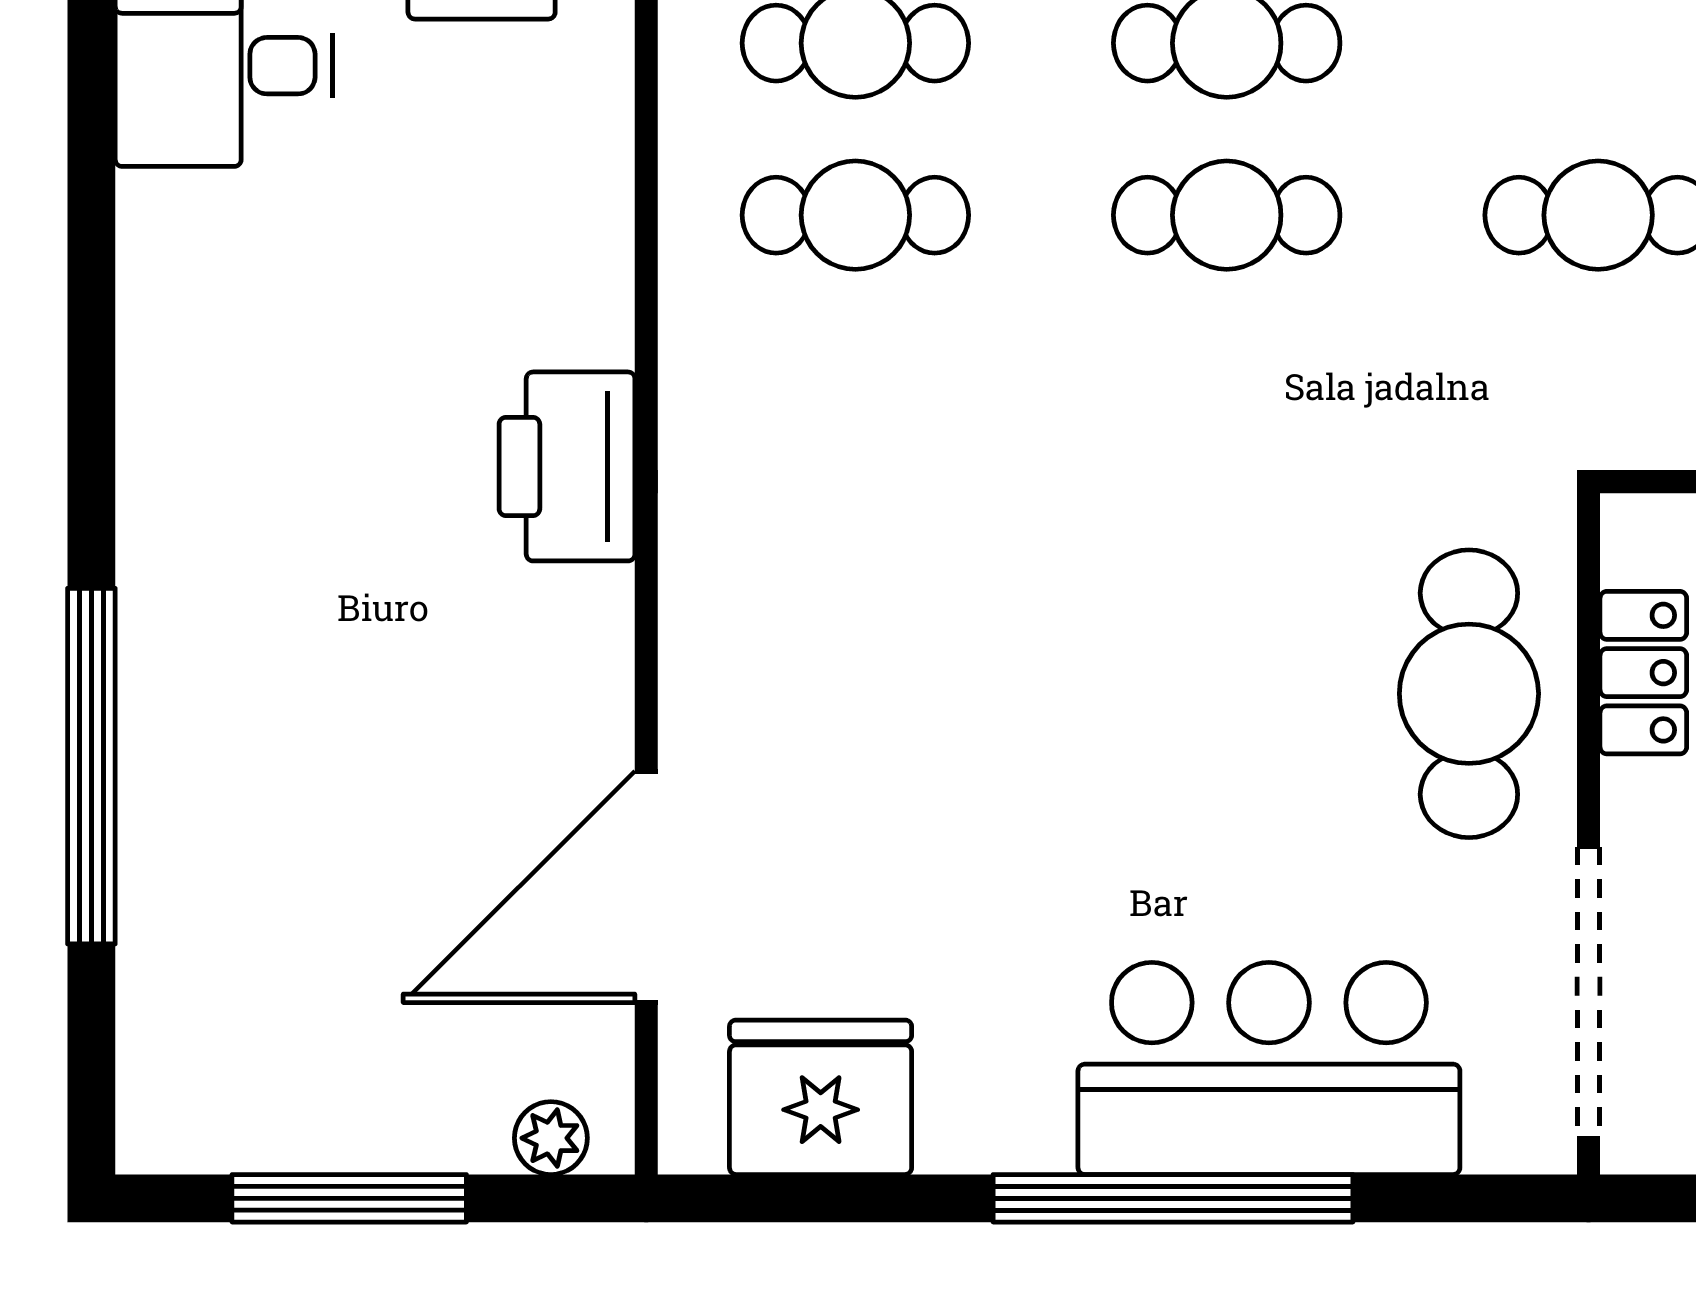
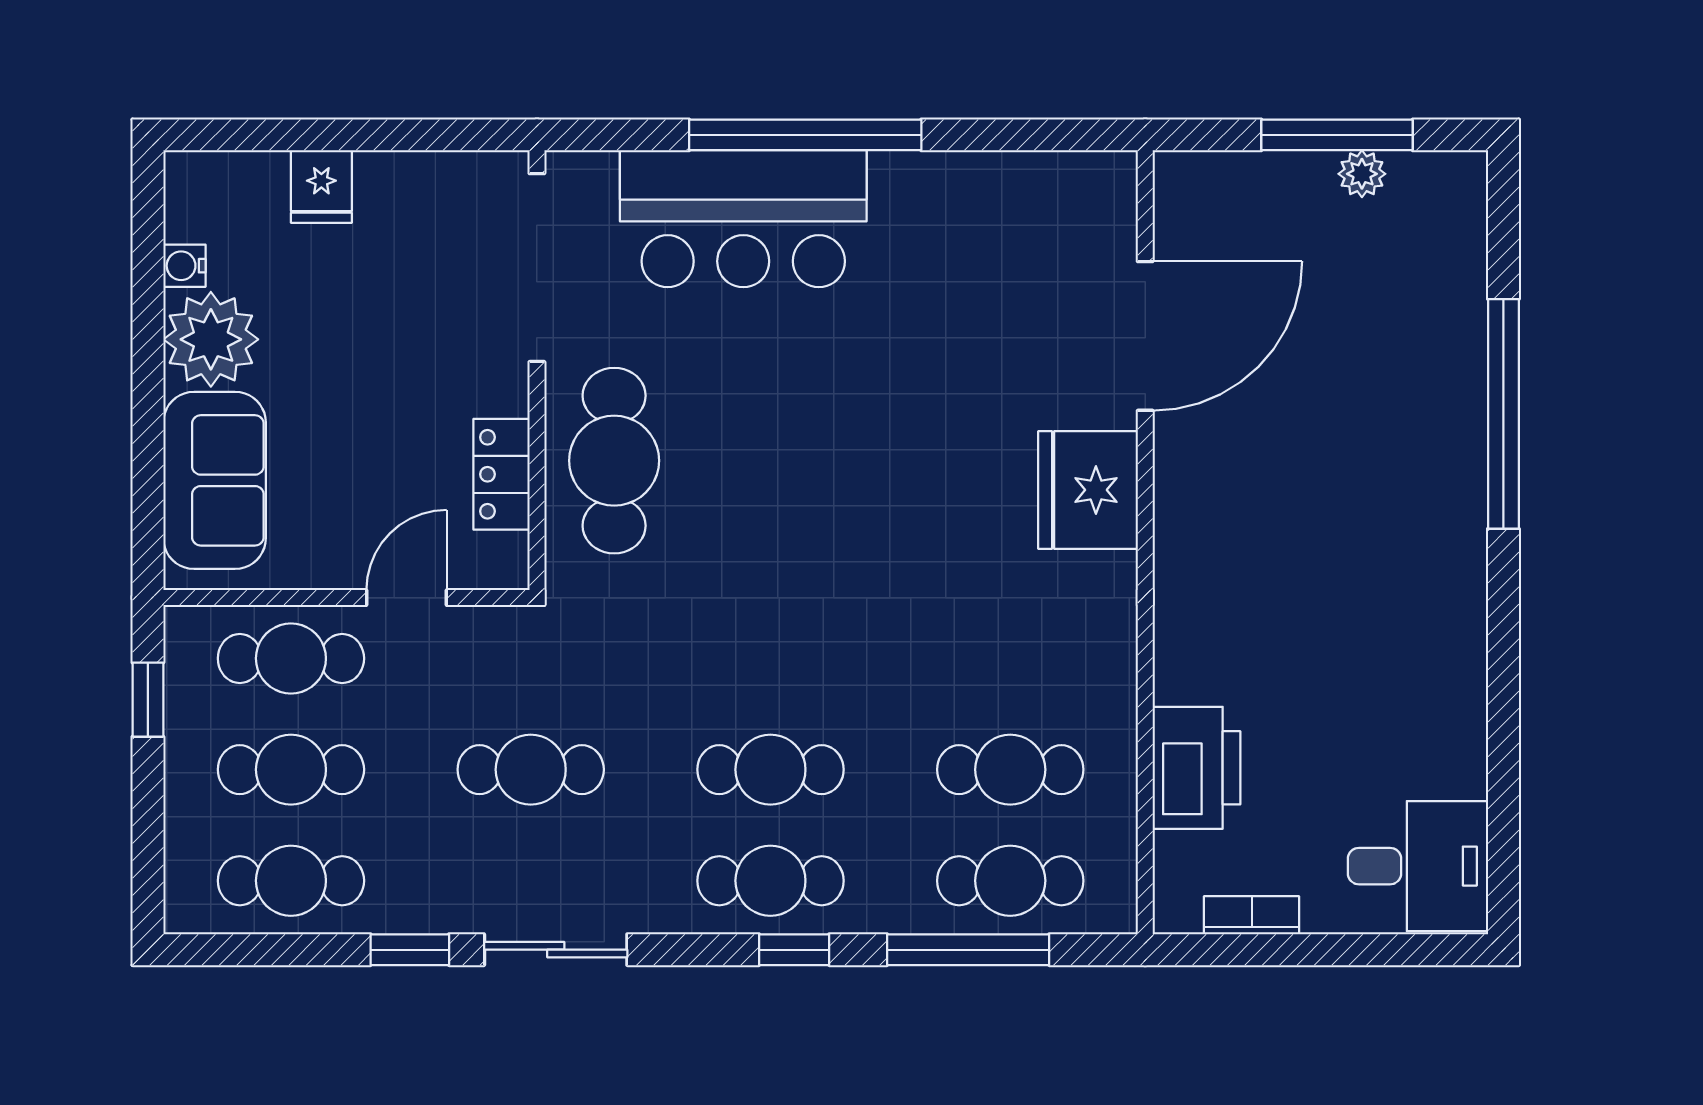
printer: (567, 466) -> (1196, 768), moved
fridge: (821, 1097) -> (1088, 490), moved, turned 90
plant: (551, 1138) -> (1362, 174), moved

